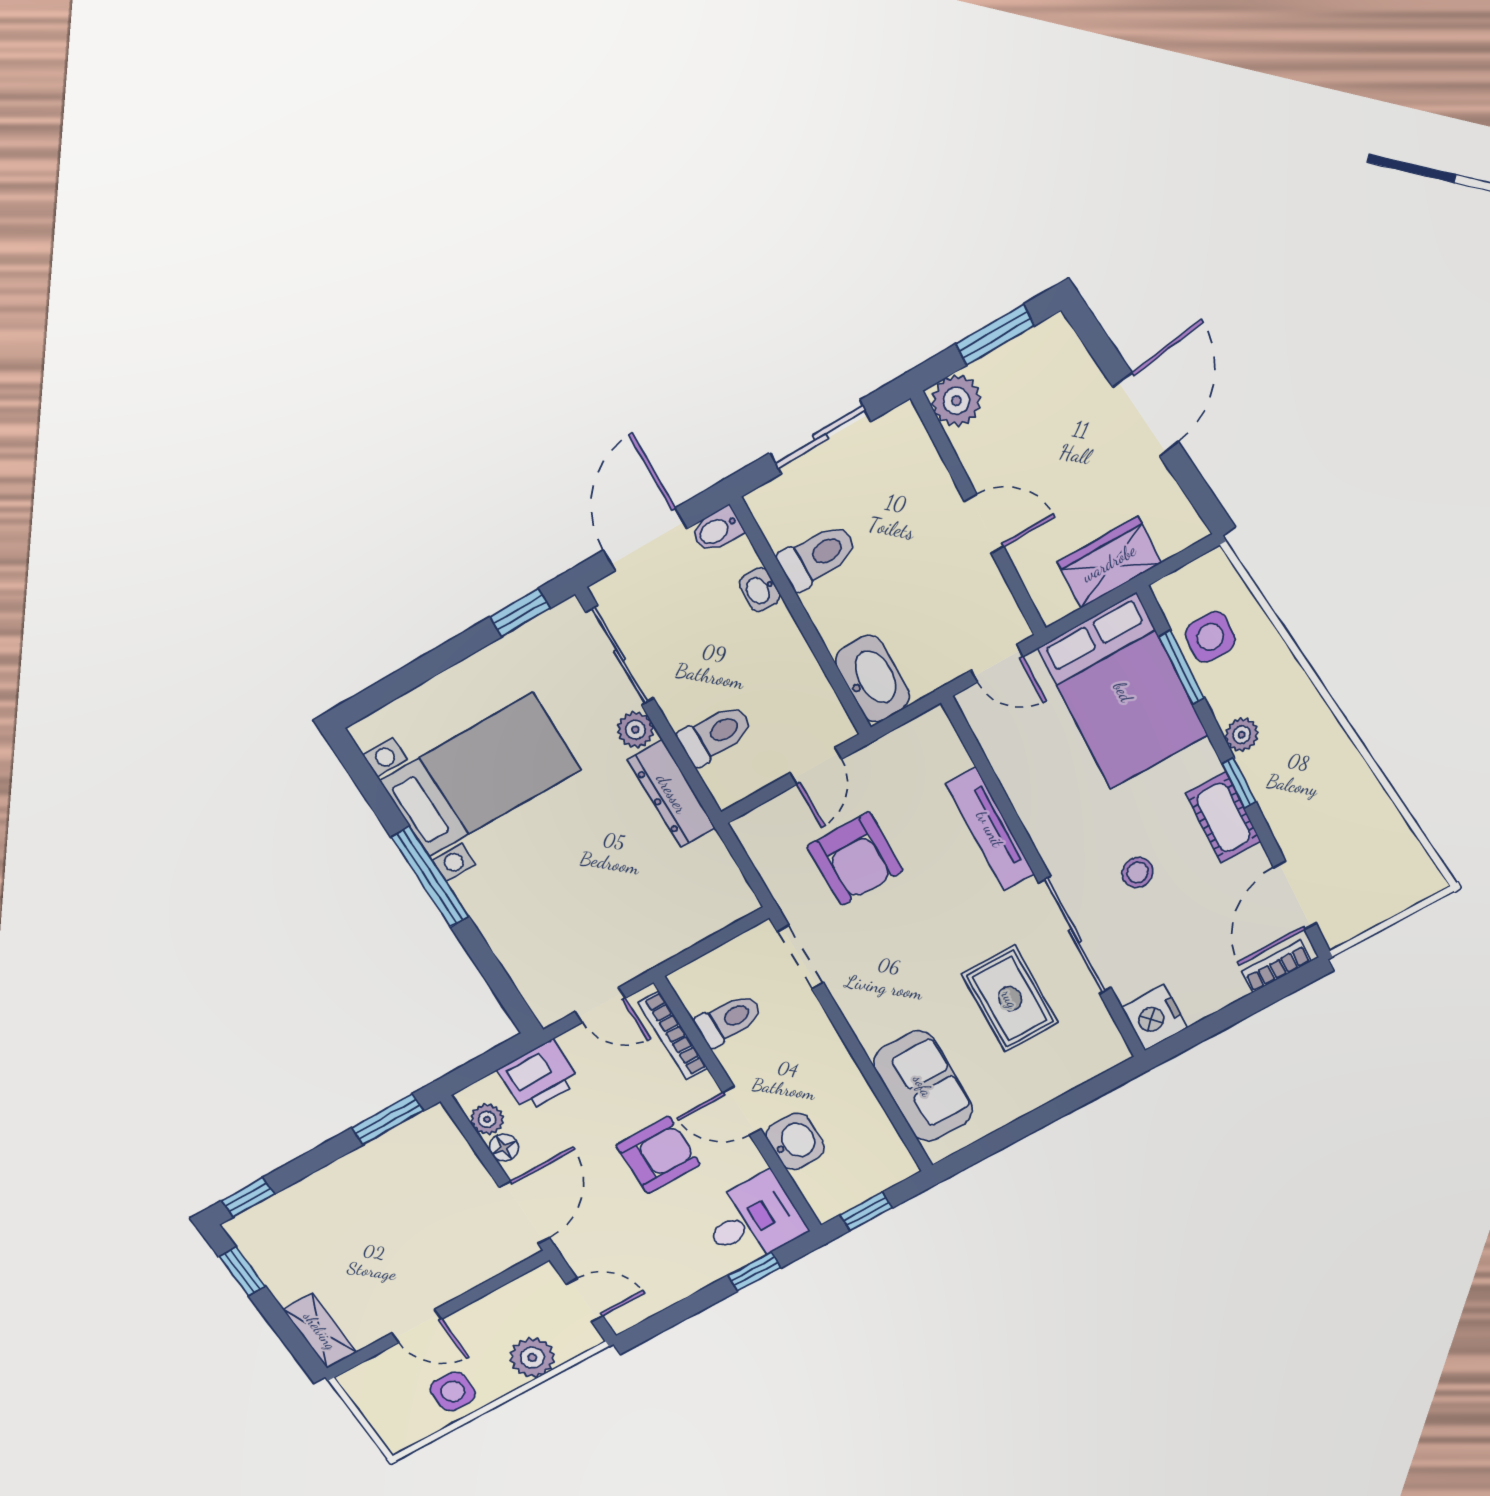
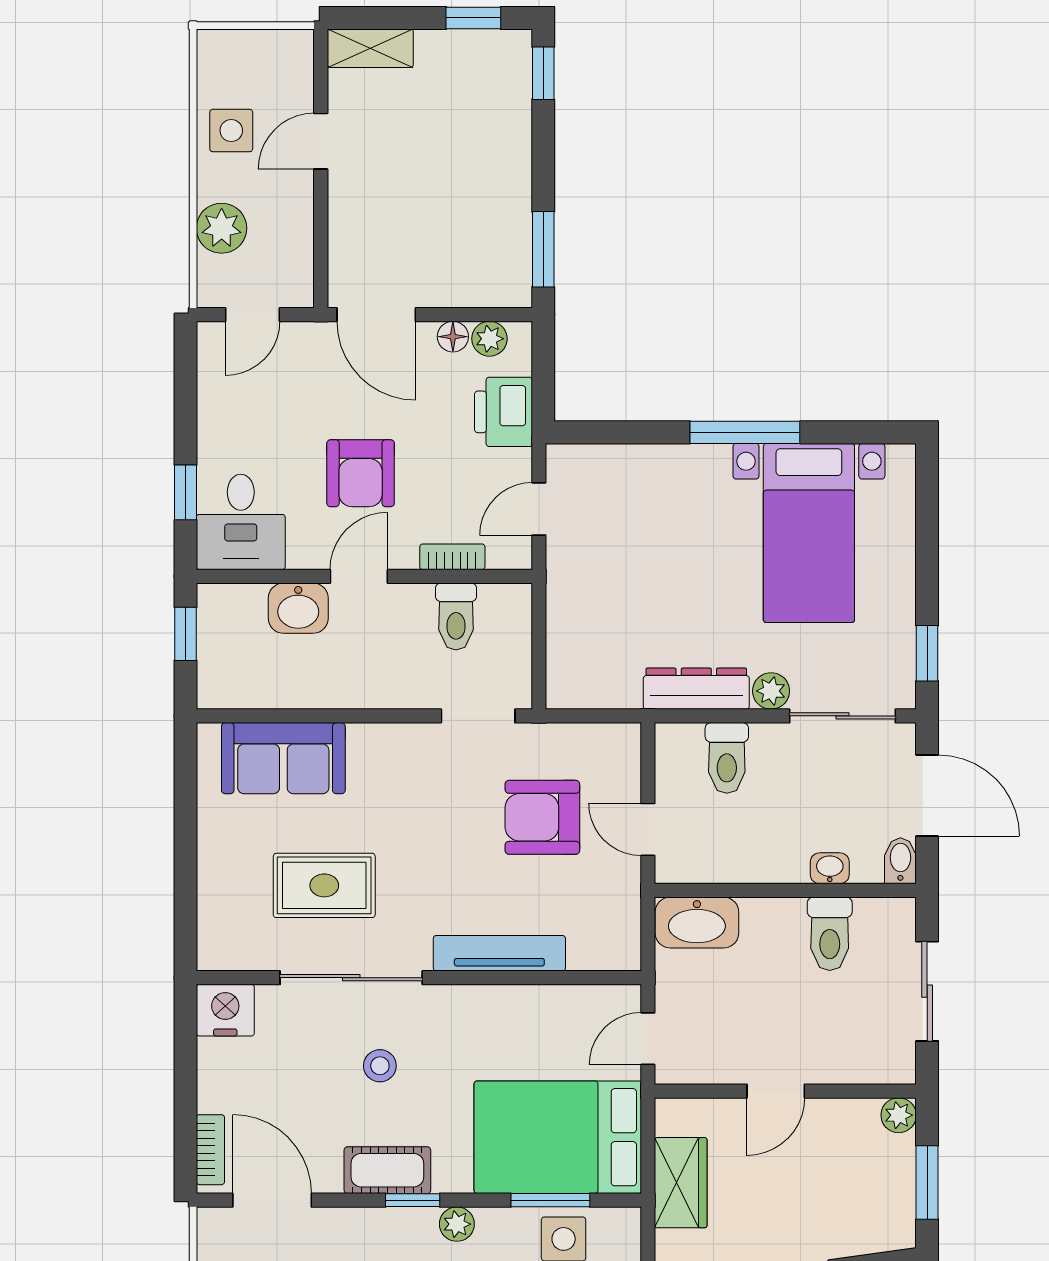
plant: (956, 401) -> (899, 1115), width x0.73, depth x0.73
bookcase: (673, 1036) -> (452, 557), width x0.64

